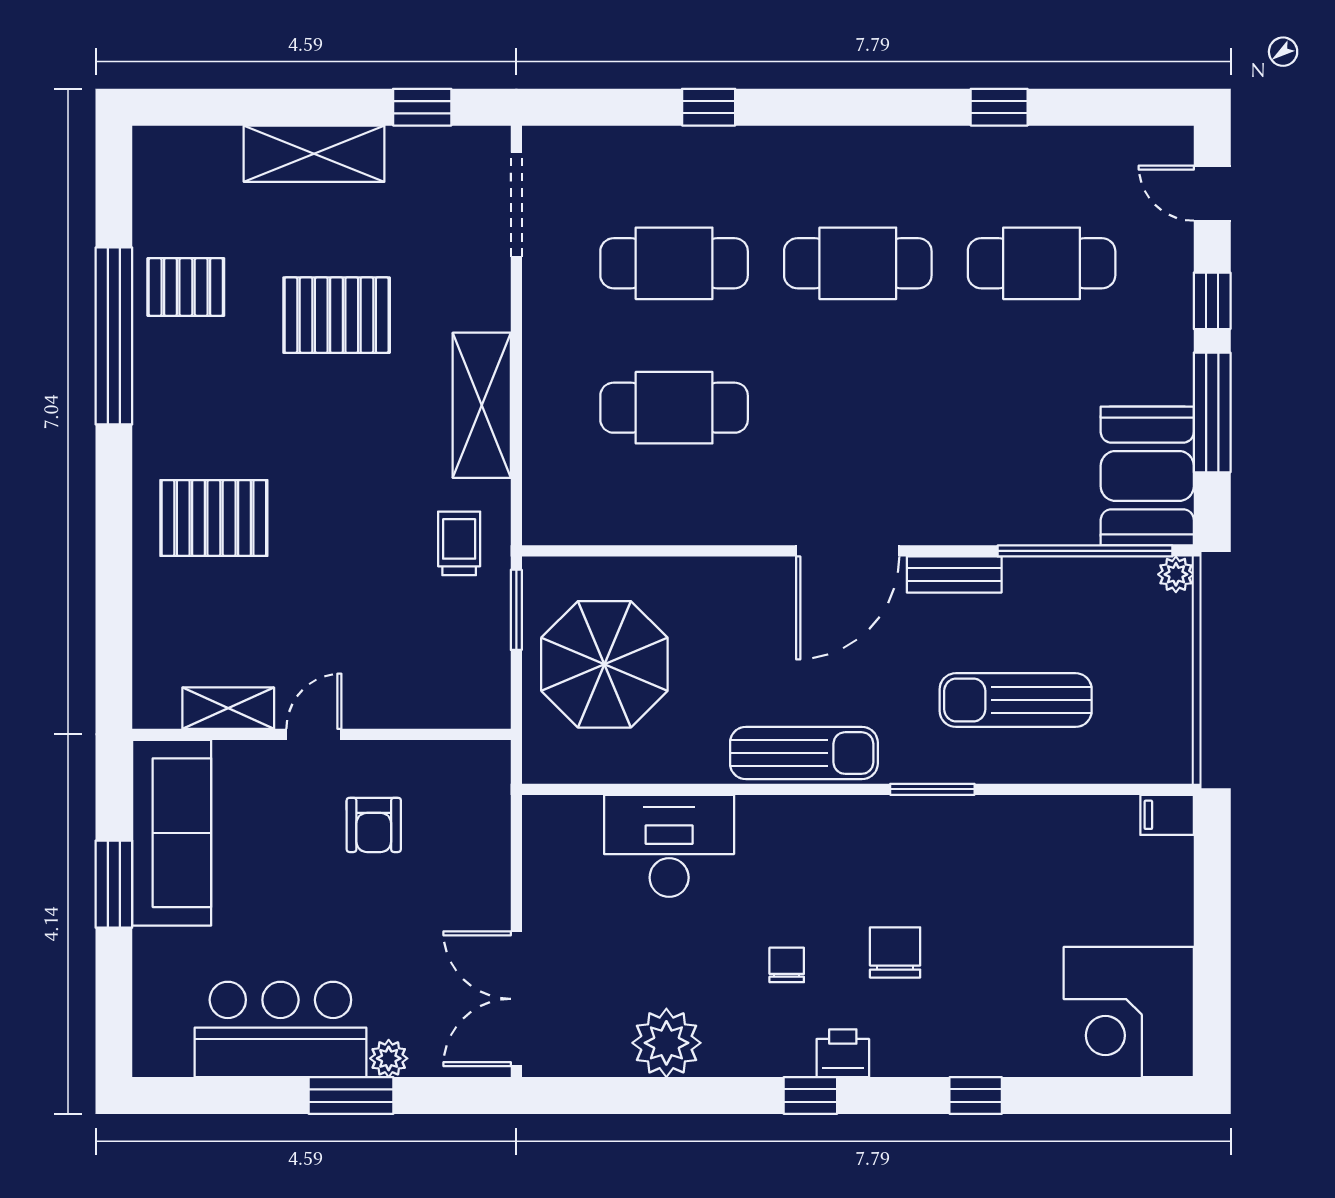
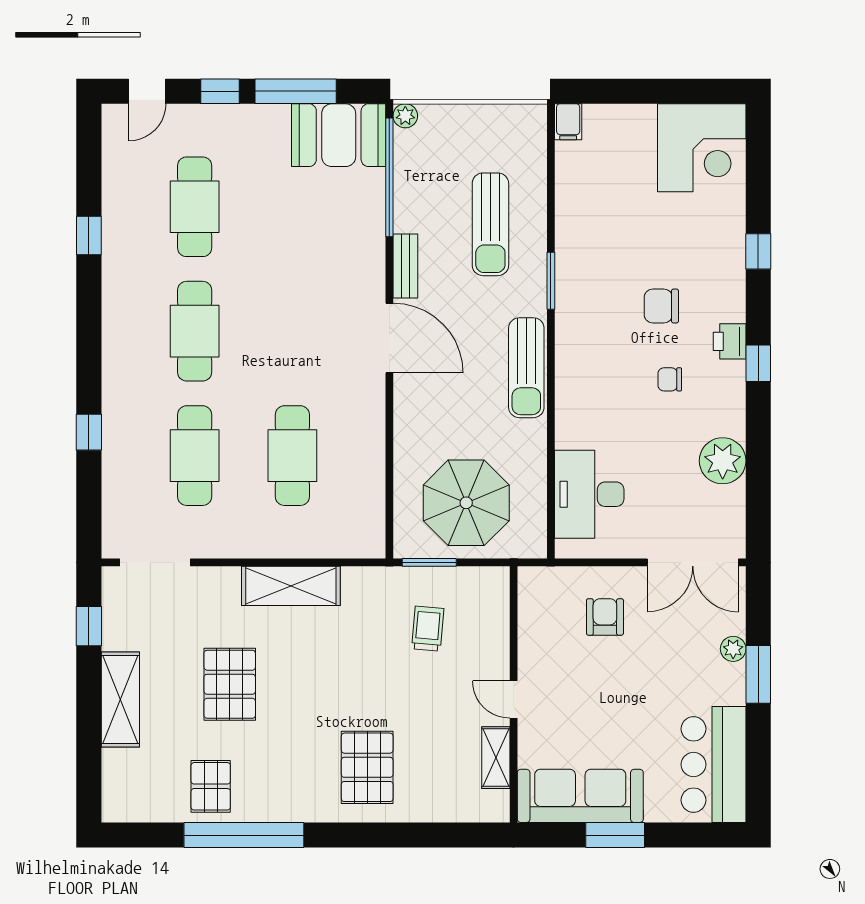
trolley: (459, 543) -> (428, 629), moved, turned 95
sun lounger: (804, 753) -> (526, 368), turned 180
armchair: (374, 825) -> (605, 617), moved, turned -90
desk: (669, 846) -> (589, 494), moved
bar counter: (280, 1029) -> (714, 764), moved

